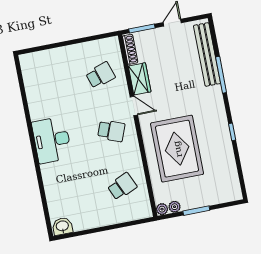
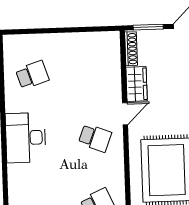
school desk: (100, 75) -> (32, 75), moved
door: (134, 106) -> (125, 114), hinge flipped

